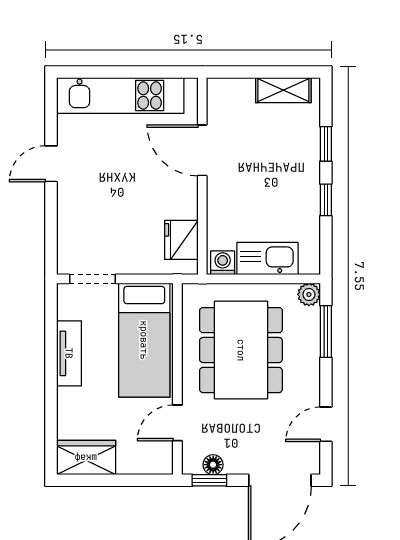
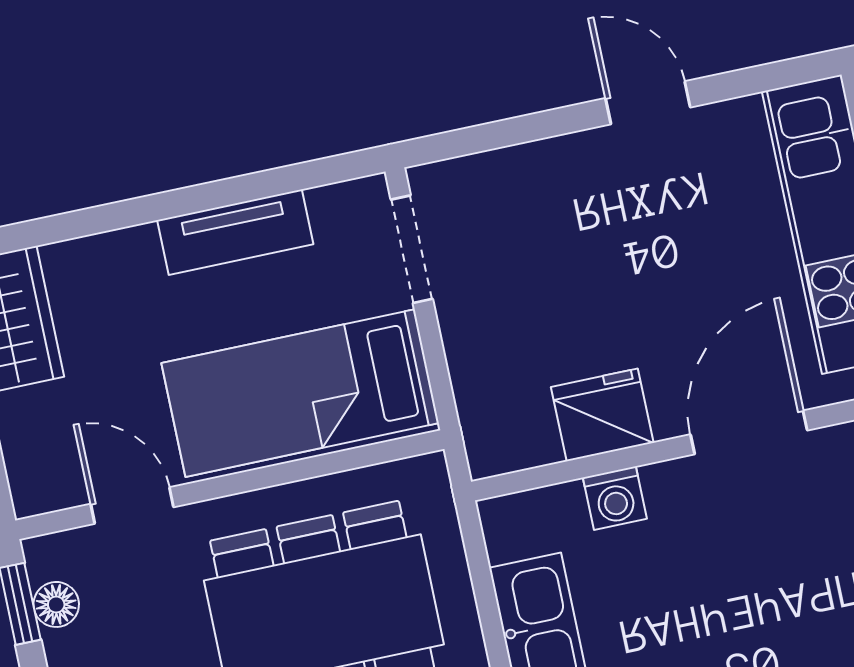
fridge: (181, 240) -> (602, 415), moved
washing machine: (223, 263) -> (615, 498), moved, turned 90

